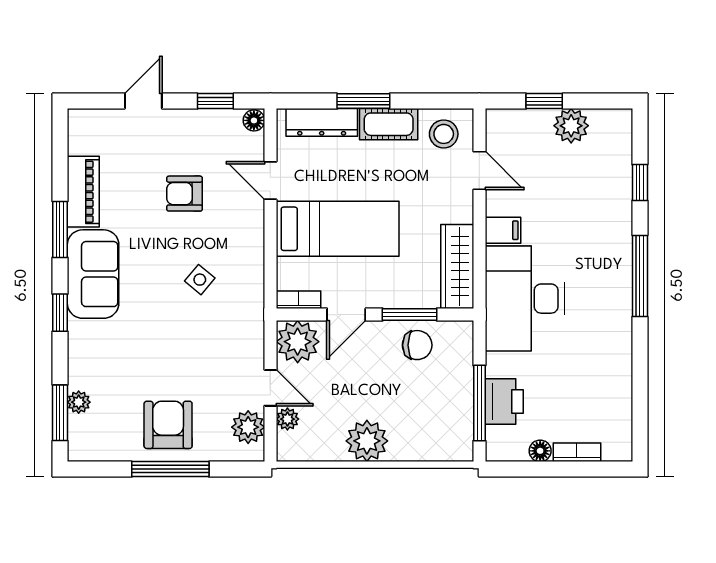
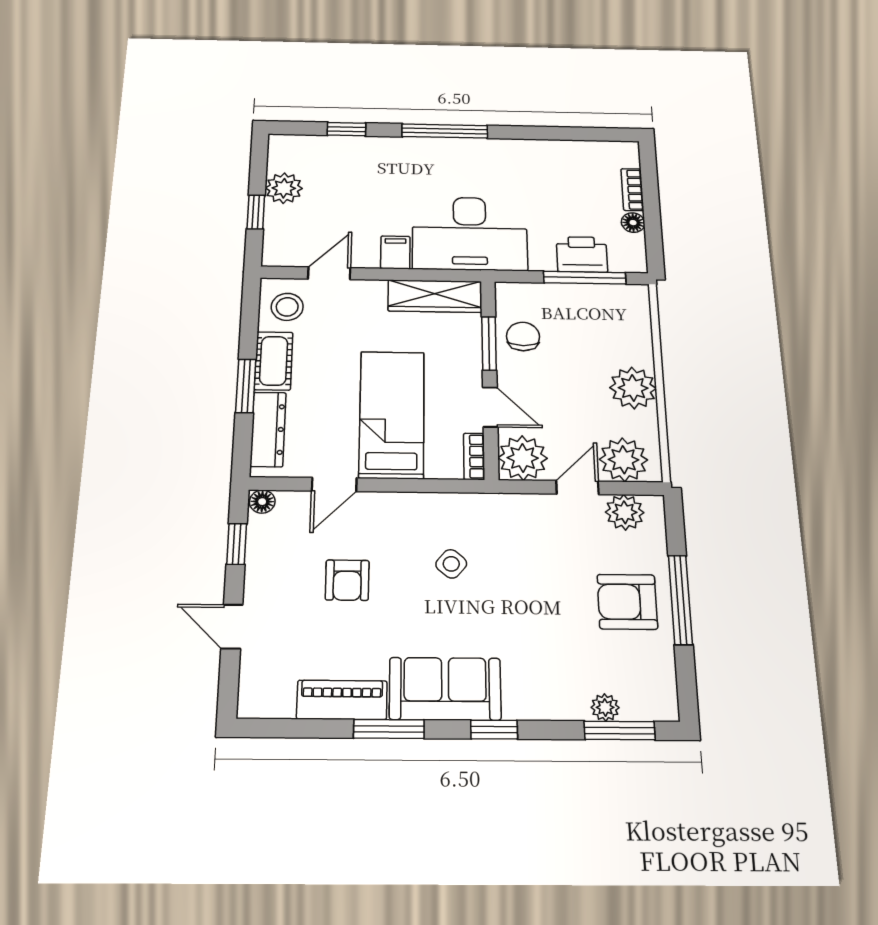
plant: (287, 419) -> (624, 460), width x1.88, depth x1.88

